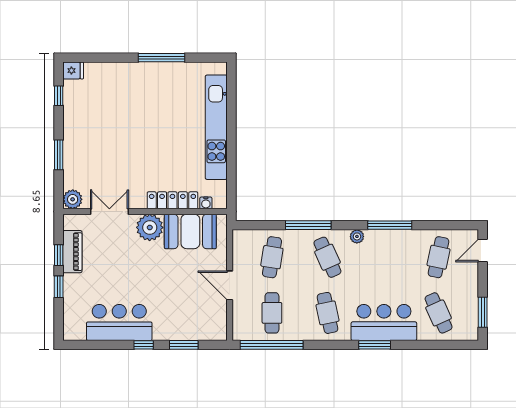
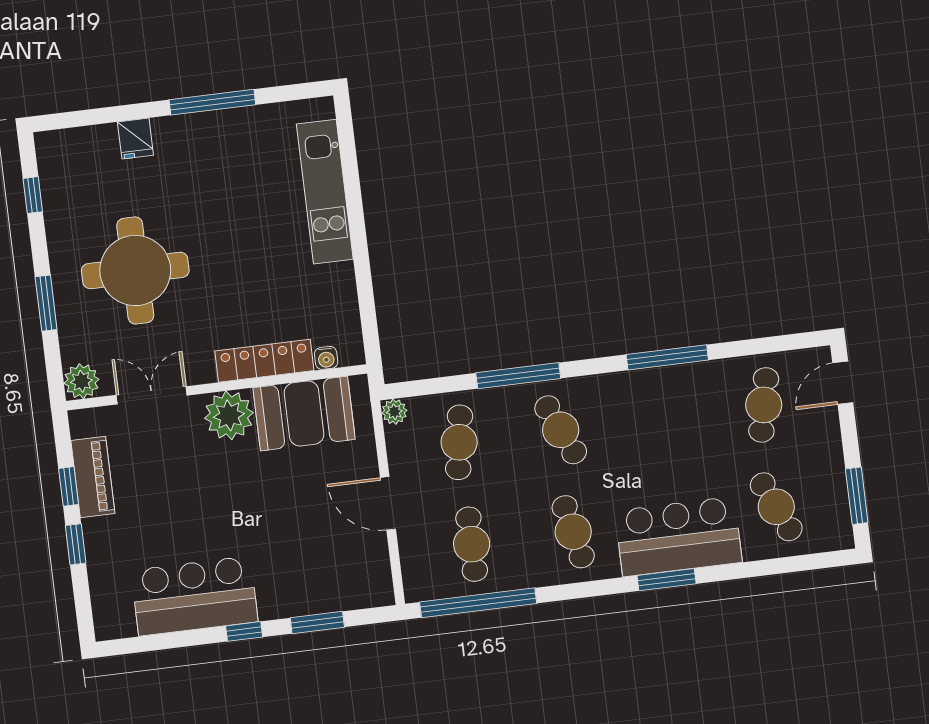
fridge: (73, 71) -> (135, 139), moved, turned 90
kitchen unit: (216, 127) -> (325, 192), width x0.73
round table: (109, 143) -> (135, 270), added
plant: (357, 236) -> (394, 412), moved

